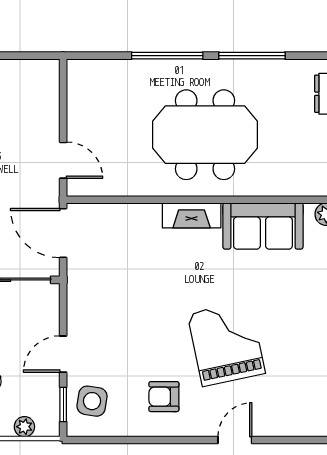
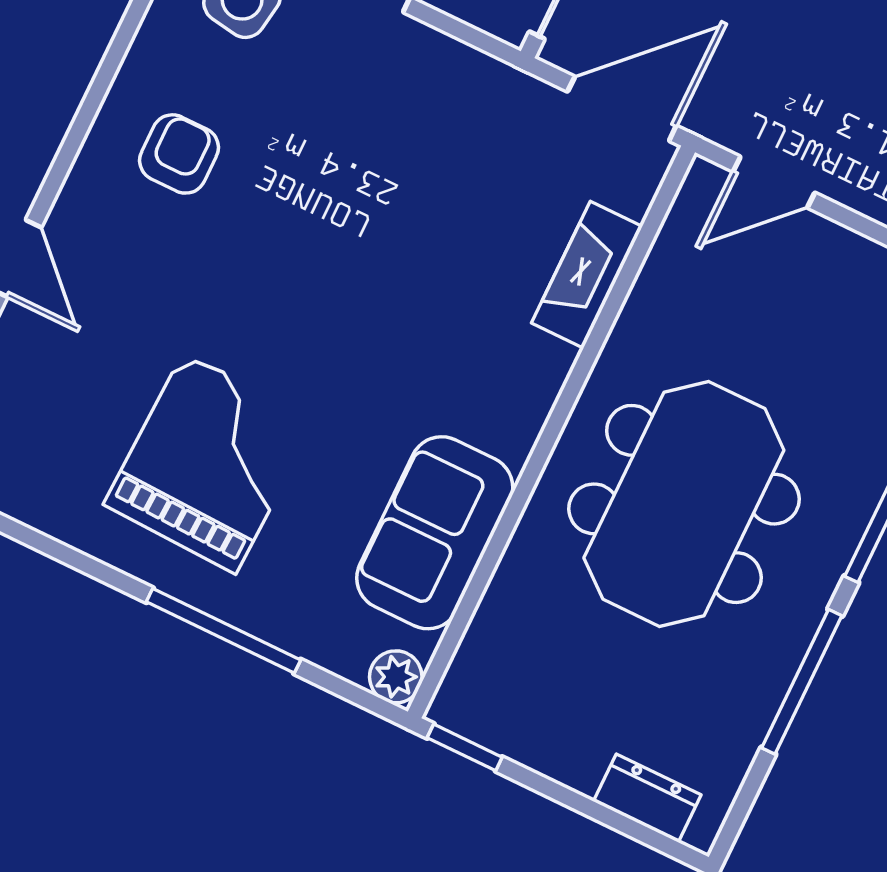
fireplace: (192, 215) -> (587, 275), moved
grand piano: (226, 344) -> (210, 463), moved, turned -76

